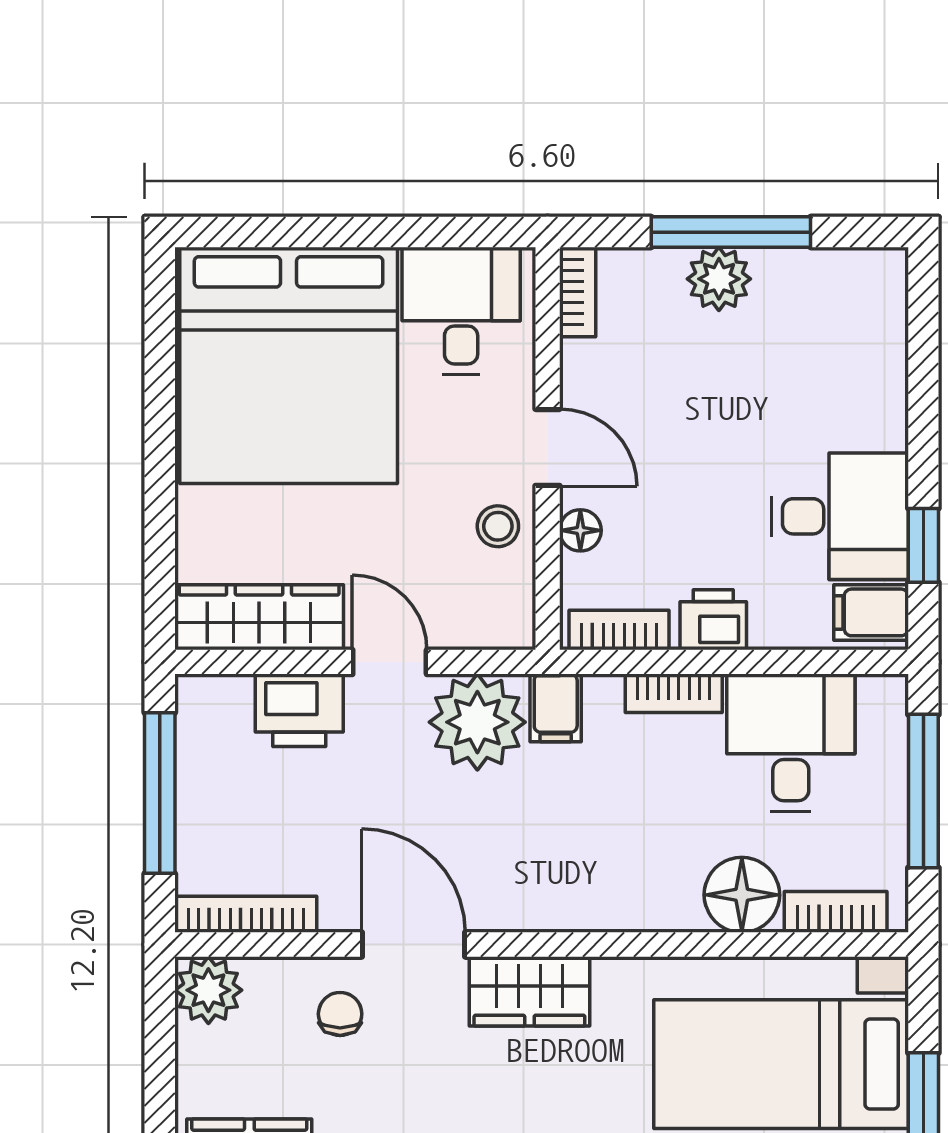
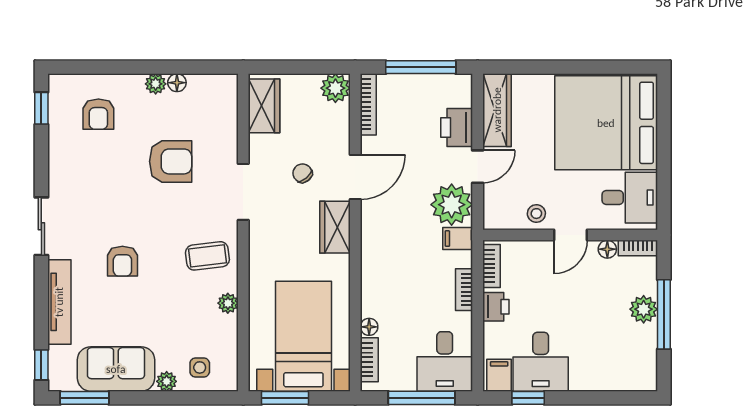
floor lamp: (580, 530) -> (607, 249), moved
desk: (791, 743) -> (445, 361), moved, turned 90
floor lamp: (742, 895) -> (369, 327), width x0.53, depth x0.53
chair: (340, 1014) -> (302, 173), moved, turned -130

